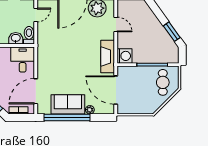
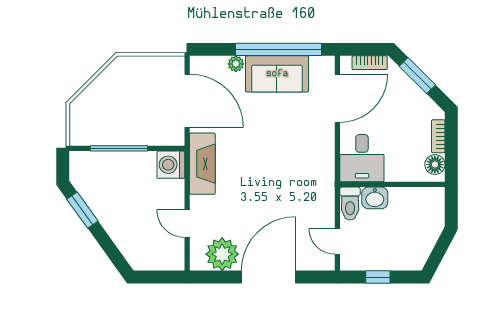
door: (36, 15) -> (337, 241), hinge flipped
cafe table: (163, 82) -> (99, 115), removed

